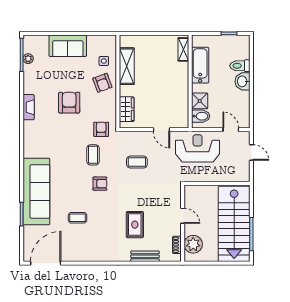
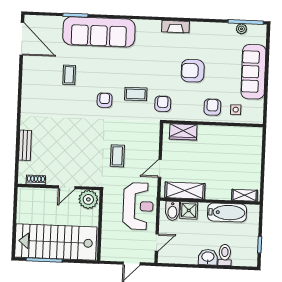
sofa: (68, 46) -> (253, 72), width x1.36
shelving: (127, 66) -> (185, 191), moved
armchair: (102, 83) -> (212, 107), turned 110
armchair: (69, 103) -> (193, 71), turned 180
fireplace: (29, 107) -> (176, 27), moved
armchair: (101, 129) -> (163, 104), turned -90
coffee table: (137, 162) -> (117, 156), moved
armchair: (100, 184) -> (105, 100), turned 180
rug: (135, 225) -> (59, 136), removed
plant: (193, 244) -> (88, 199), moved

